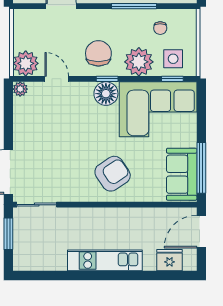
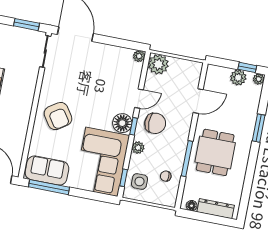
plant: (139, 62) -> (138, 148), width x0.53, depth x0.53
door: (57, 79) -> (139, 99), moved

